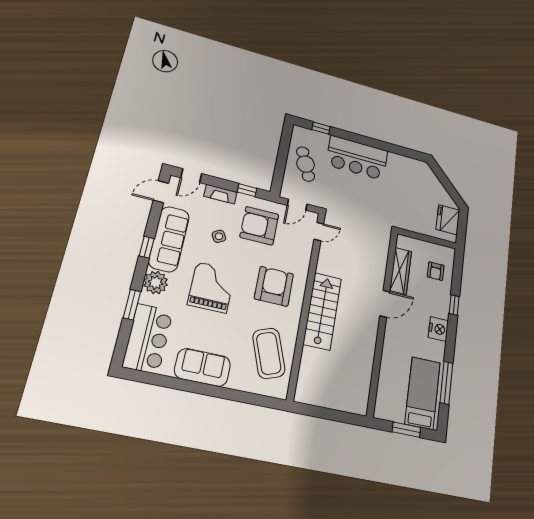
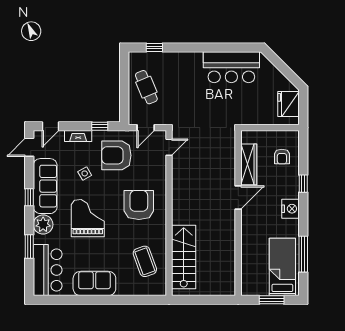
bar counter: (357, 158) -> (231, 67), moved
stairs: (322, 311) -> (184, 257), moved
coffee table: (269, 353) -> (145, 261), width x0.73, depth x0.76

